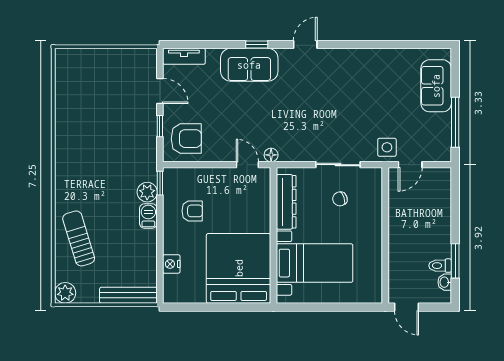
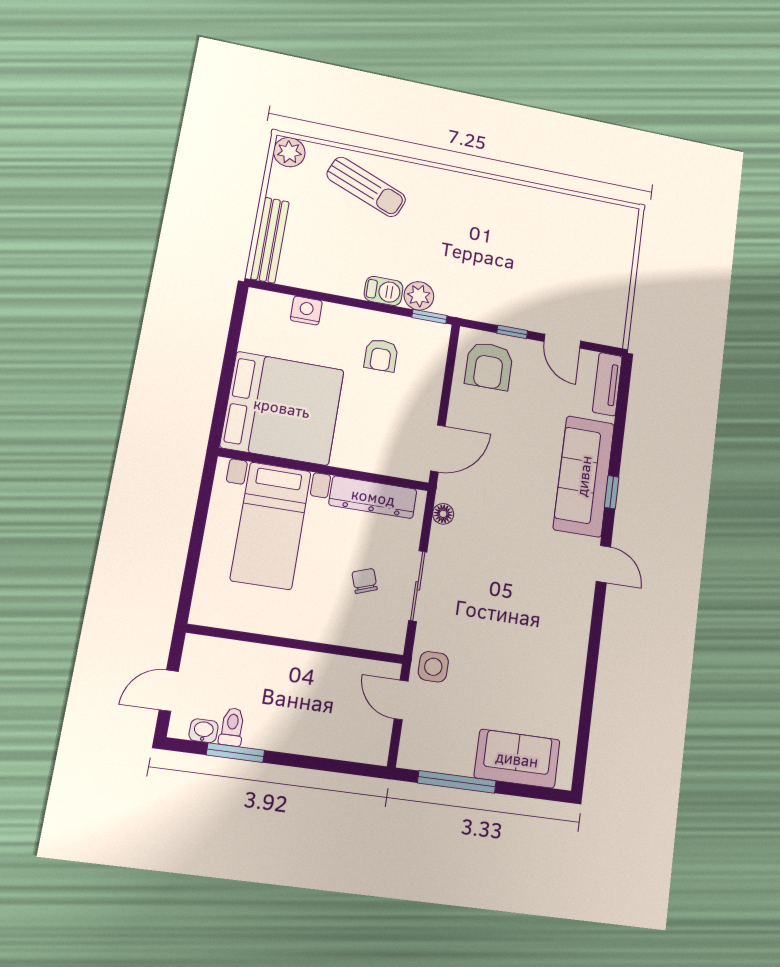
sofa: (249, 65) -> (584, 476), width x1.36
door: (160, 91) -> (562, 341), hinge flipped
floor lamp: (271, 155) -> (443, 514), moved
door: (247, 165) -> (438, 448), width x1.38
sun lounger: (79, 238) -> (366, 187), turned 39
door: (407, 307) -> (169, 691), moved

